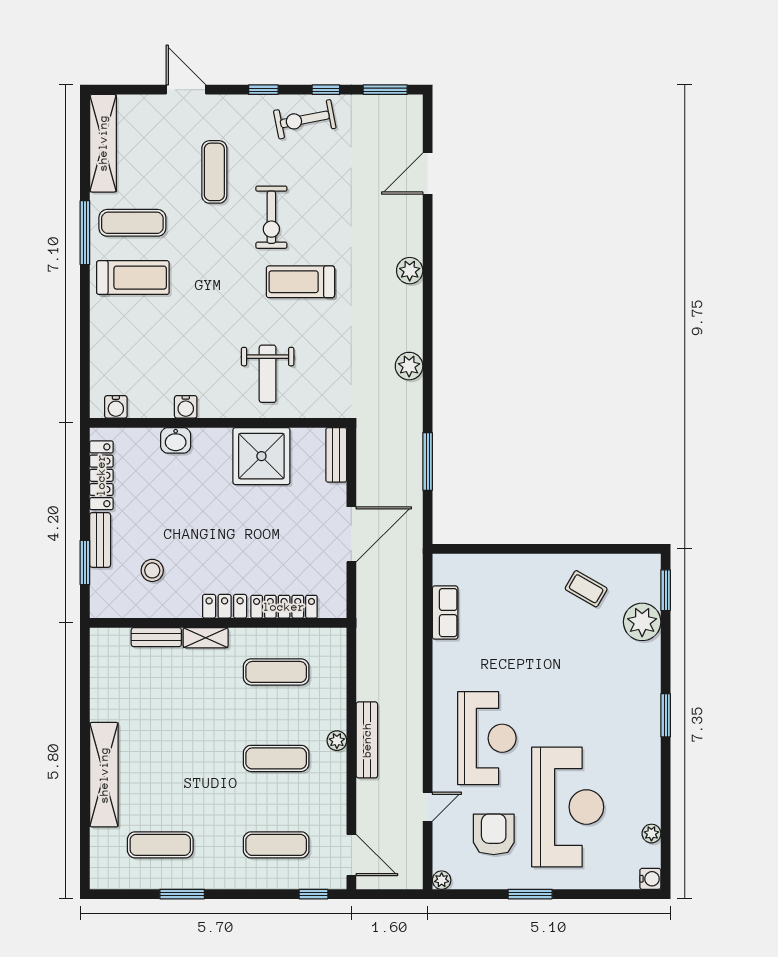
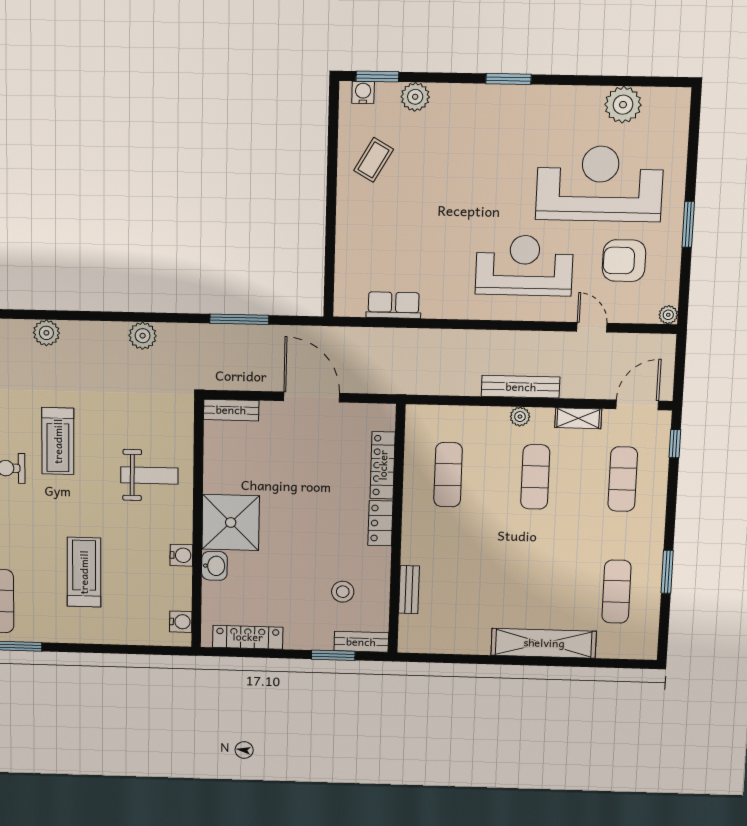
treadmill: (133, 278) -> (84, 572), moved
shower: (261, 456) -> (231, 523), moved
bench: (100, 540) -> (361, 642), moved
plant: (642, 622) -> (415, 97), width x0.73, depth x0.73
shelving: (206, 638) -> (578, 418), moved, turned 90
plant: (651, 834) -> (623, 105), width x1.88, depth x1.88
water cooler: (650, 879) -> (363, 92), moved

